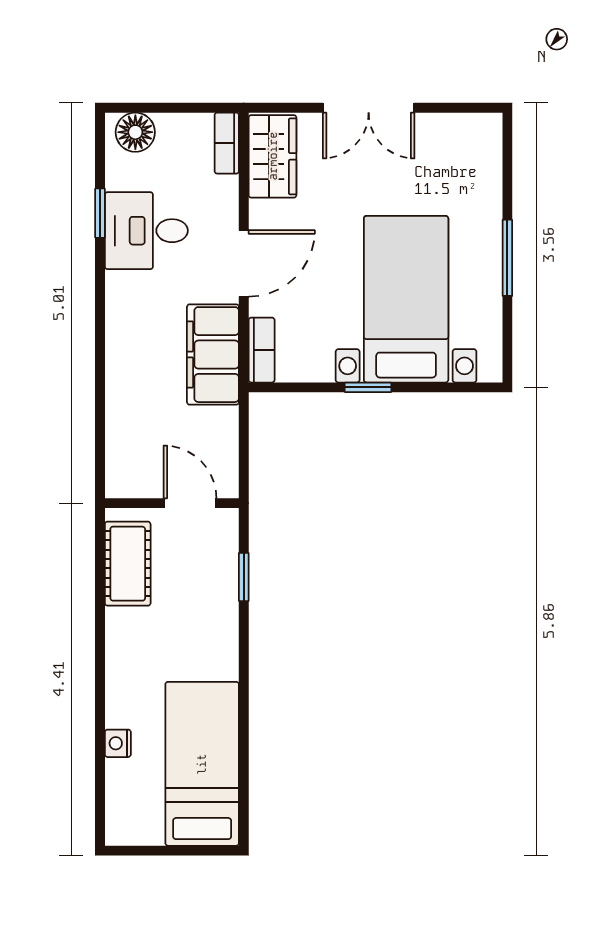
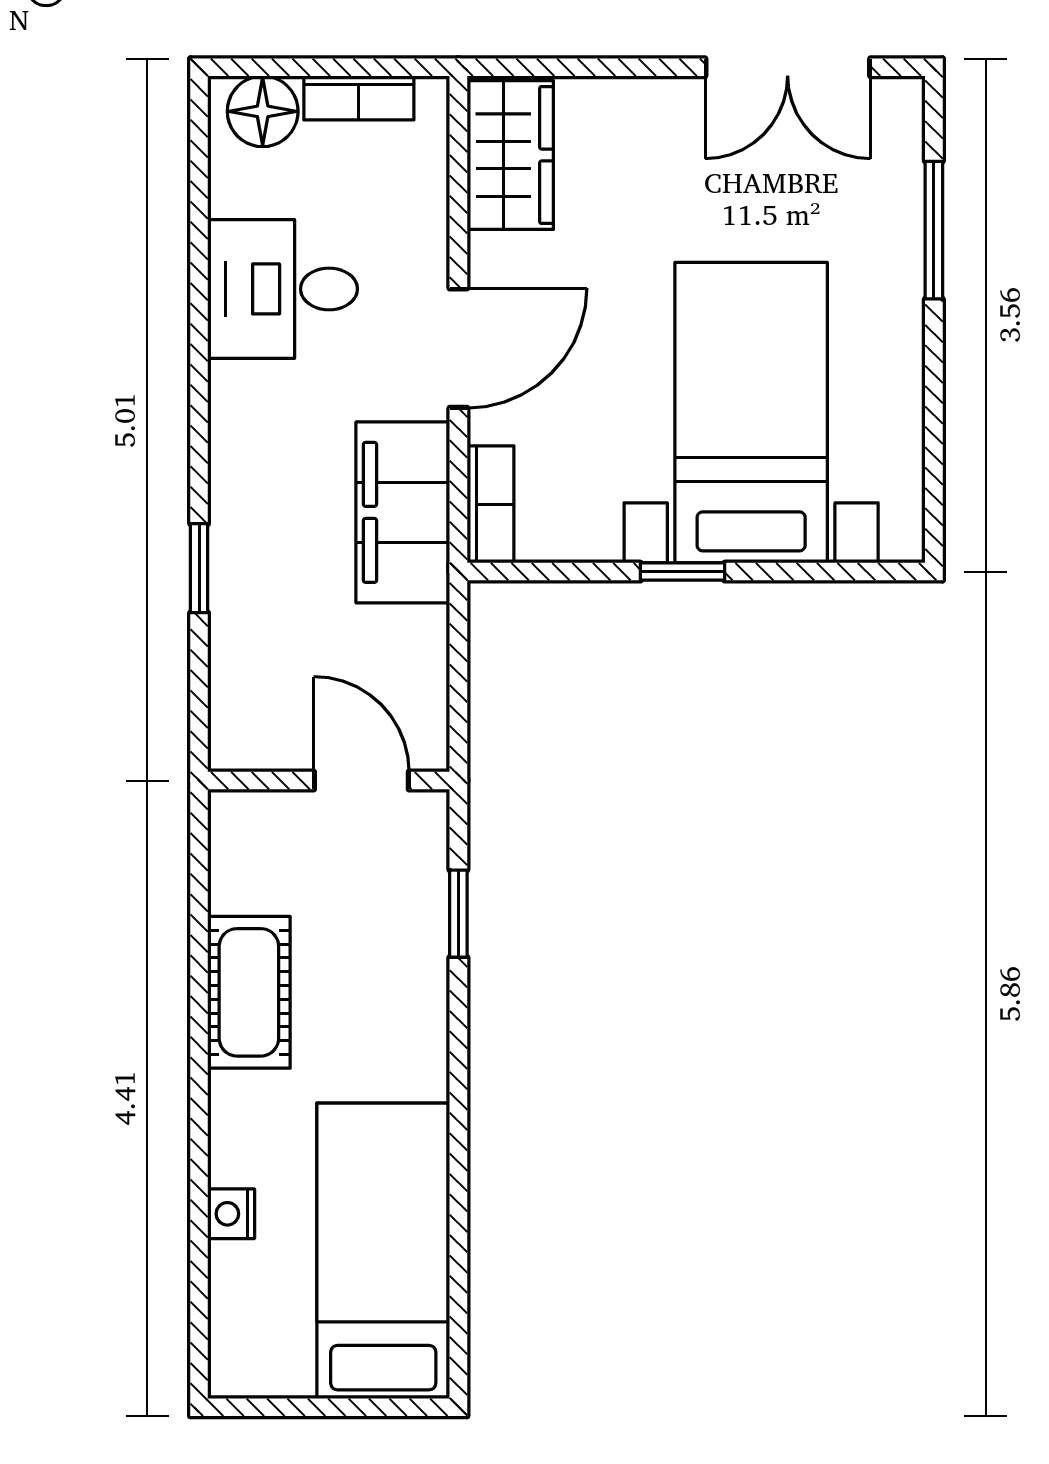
double door: (369, 108) -> (788, 67), moved
bookcase: (227, 143) -> (359, 98), moved, turned -90
window: (100, 213) -> (199, 568), moved
window: (507, 258) -> (934, 230), moved
cot: (128, 564) -> (249, 992), moved

